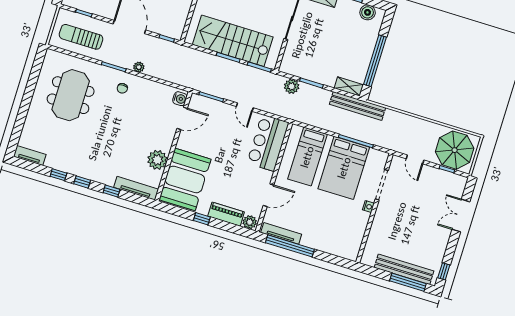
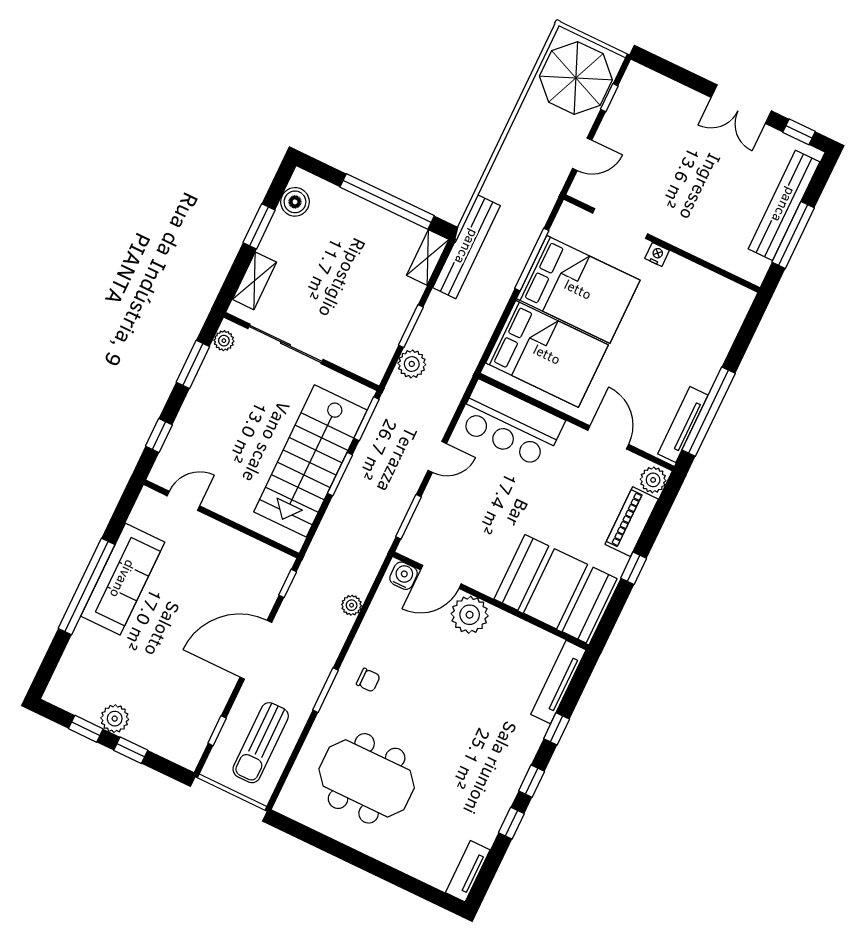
plant: (139, 67) -> (352, 605), moved
door: (182, 118) -> (441, 577), swing flipped
bed: (307, 157) -> (547, 354), width x1.50
plant: (157, 160) -> (470, 615), moved
double door: (461, 216) -> (741, 104), moved
window: (408, 282) -> (793, 235), moved

